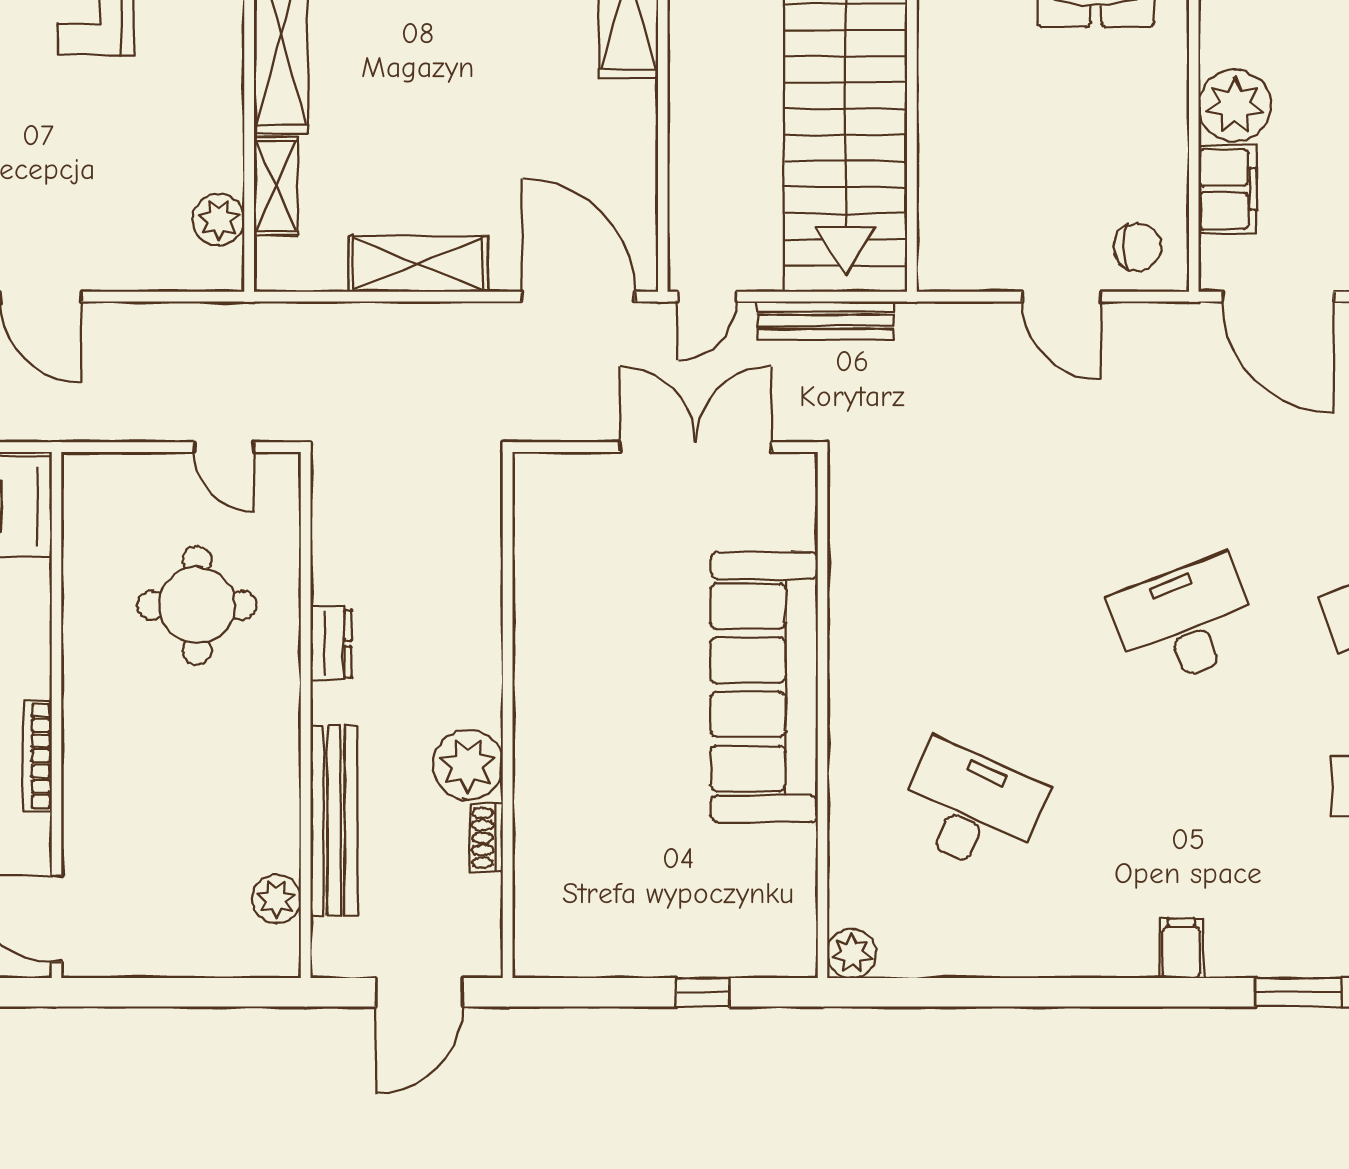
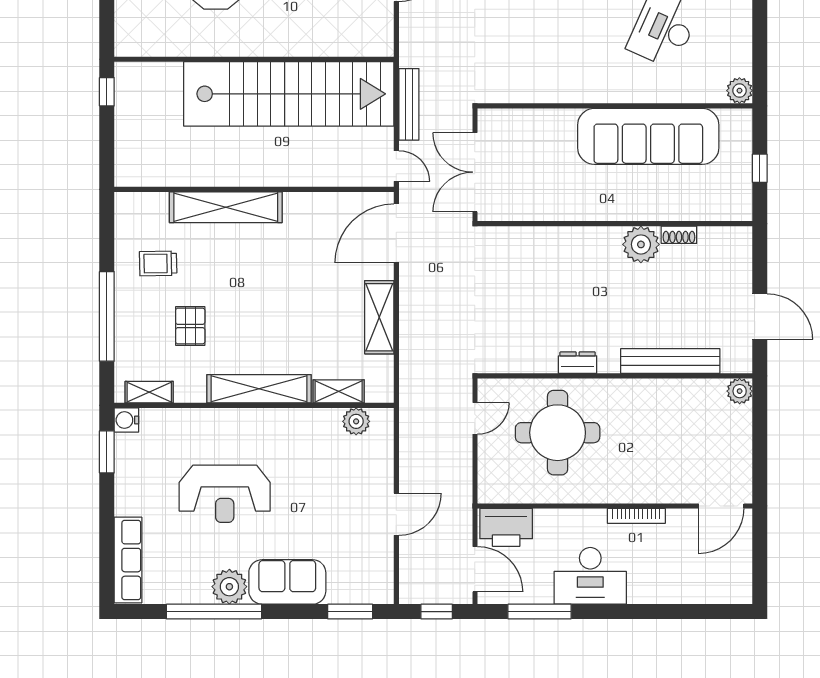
round table: (197, 605) -> (558, 433), width x1.36, depth x1.36
sofa: (764, 687) -> (648, 136), moved
wall: (508, 715) -> (615, 224), moved
plant: (468, 765) -> (641, 244), moved
shoe rack: (486, 838) -> (679, 235), moved
plant: (276, 899) -> (740, 391), moved

